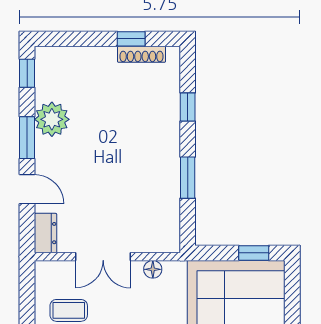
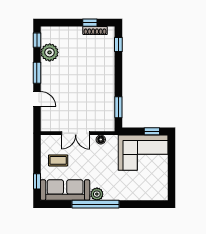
window: (188, 107) -> (118, 44), moved
plant: (52, 119) -> (50, 52), moved
window: (188, 178) -> (118, 107), moved
dresser: (45, 233) -> (46, 121), removed

